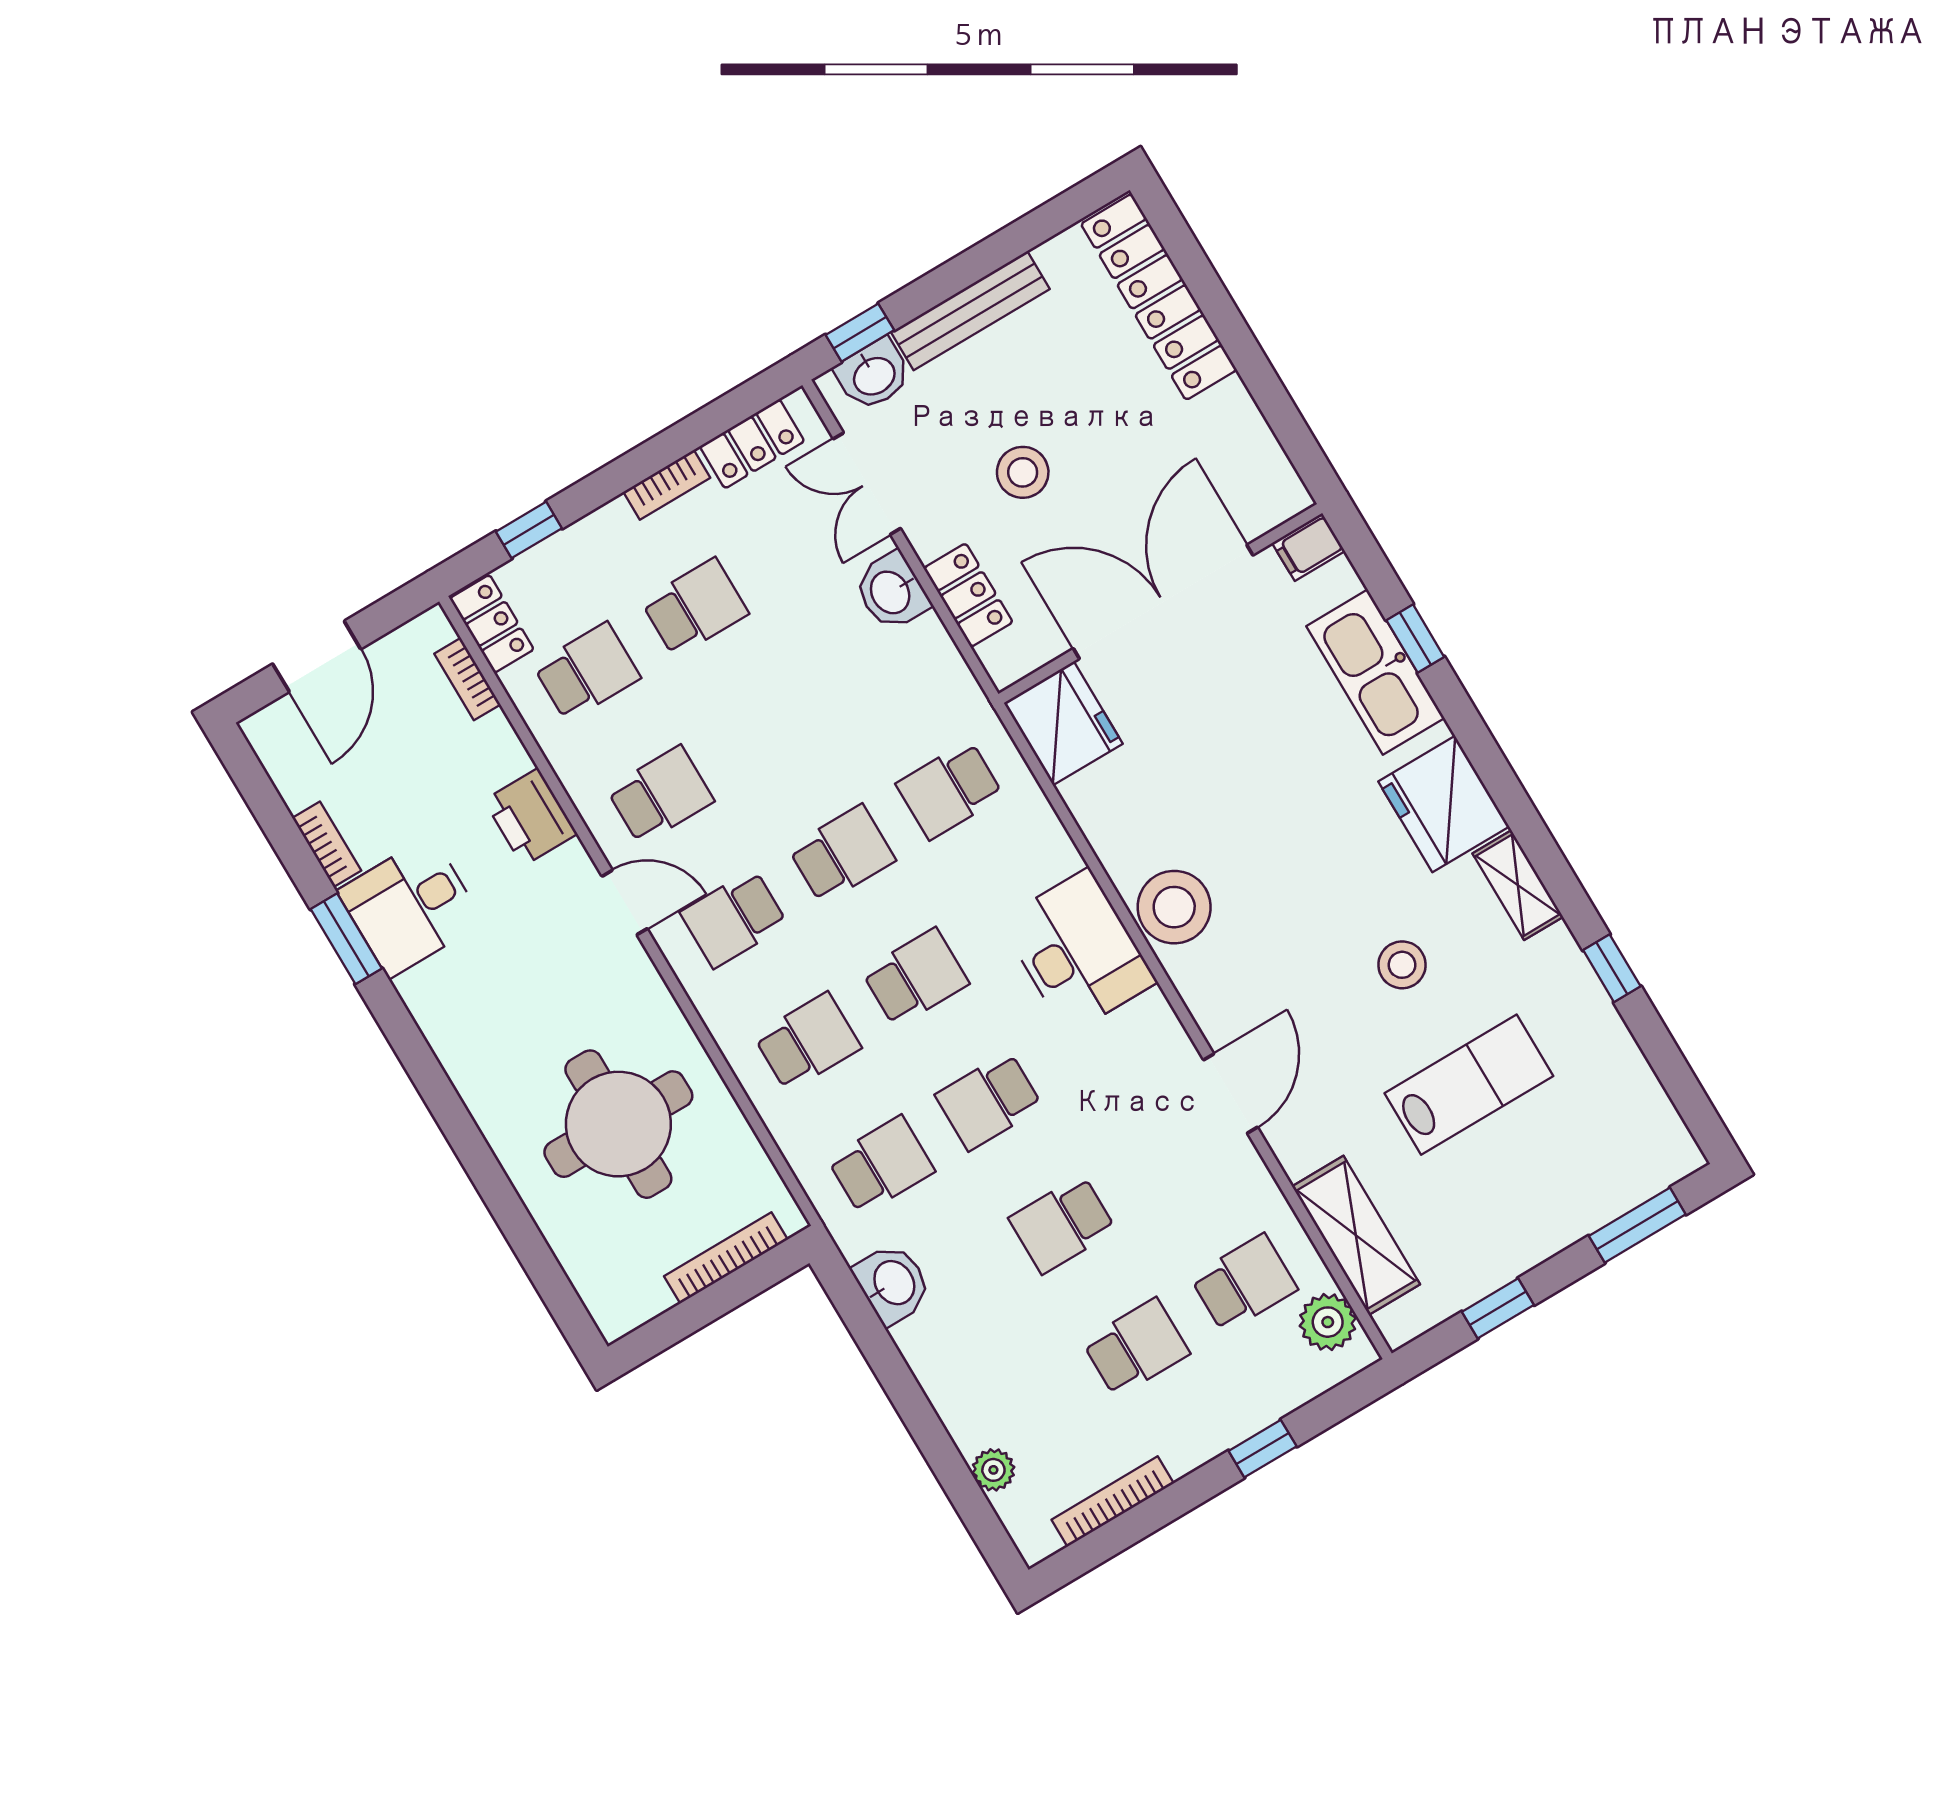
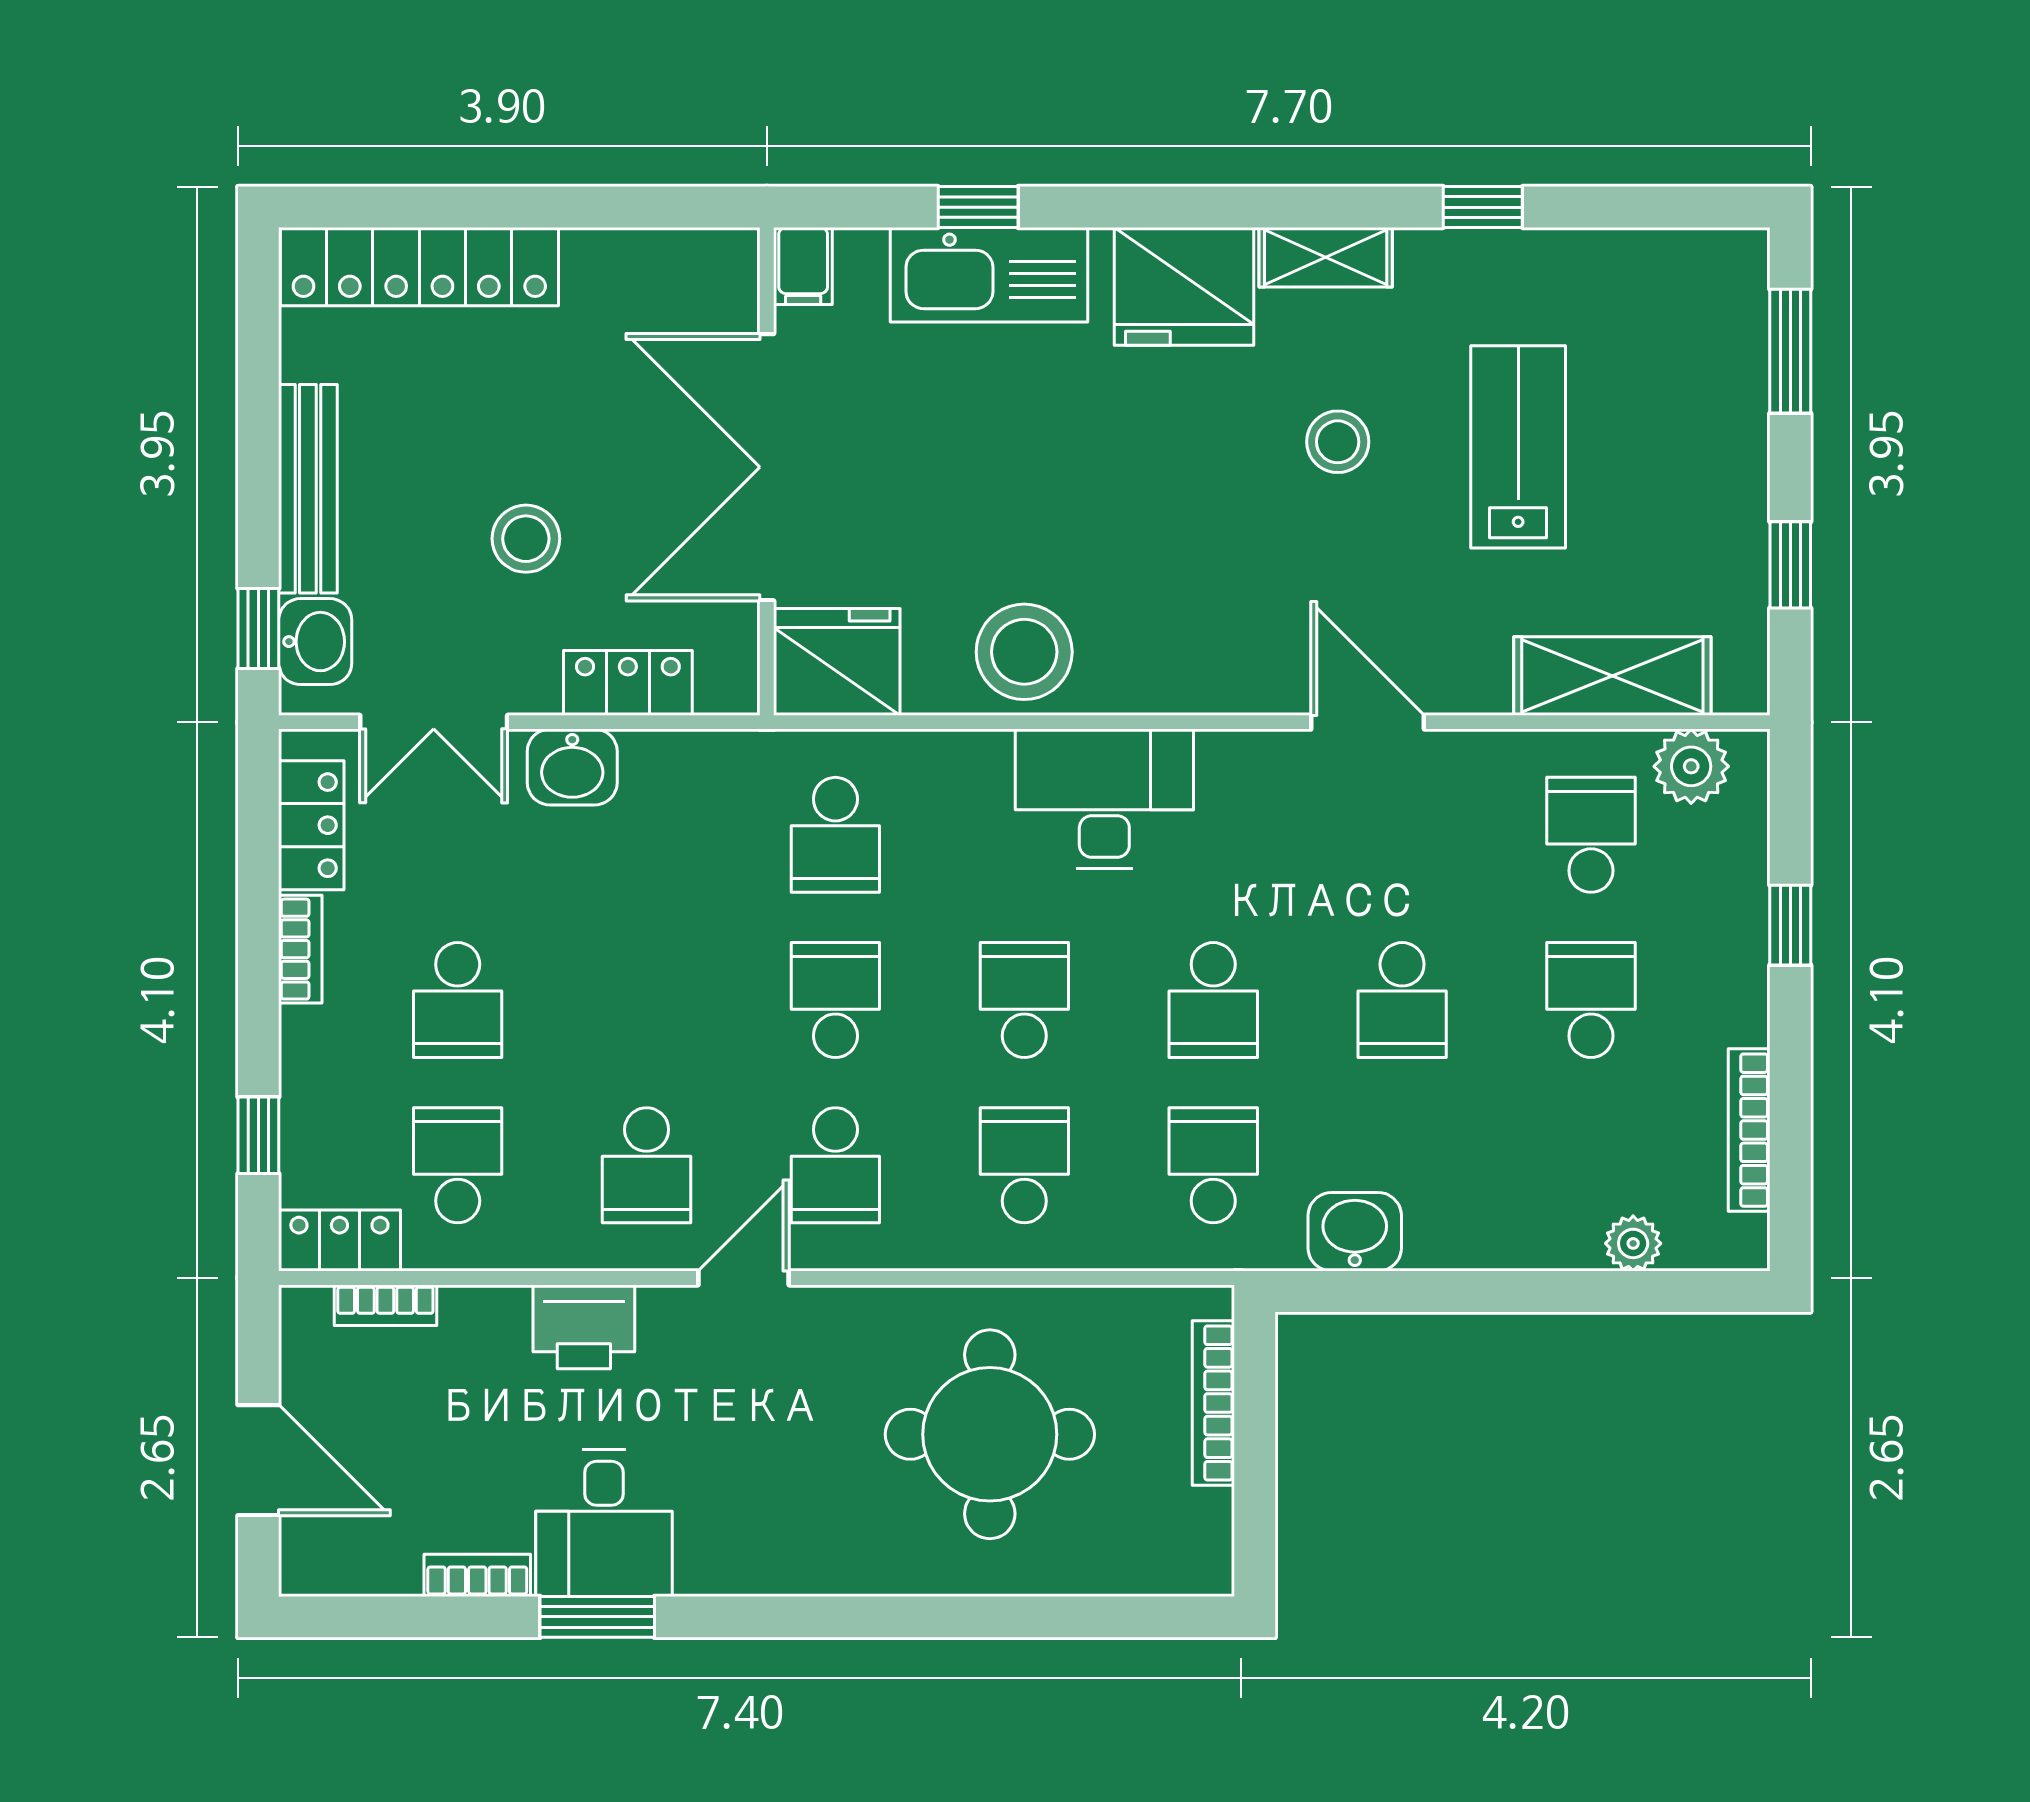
school desk: (695, 607) -> (458, 1000), turned 180
school desk: (660, 795) -> (647, 1165), turned 180
stool: (1174, 907) -> (1024, 652), moved

